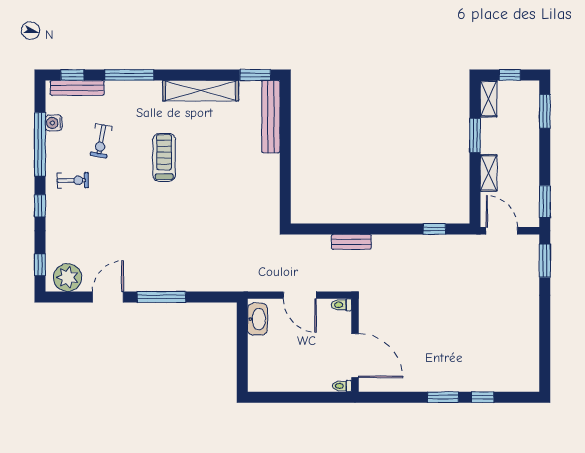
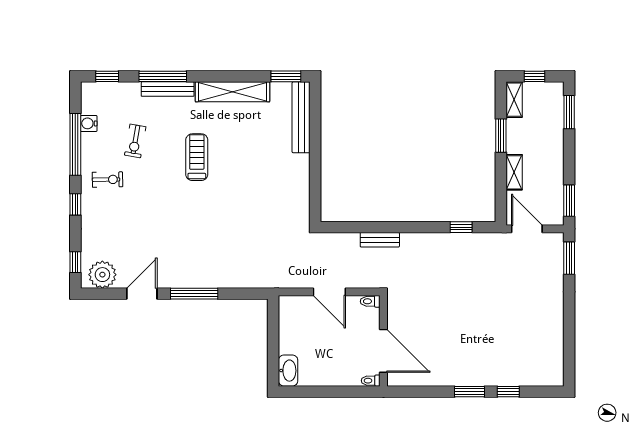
bench: (77, 88) -> (168, 89), moved
washbasin: (257, 319) -> (288, 371), moved

